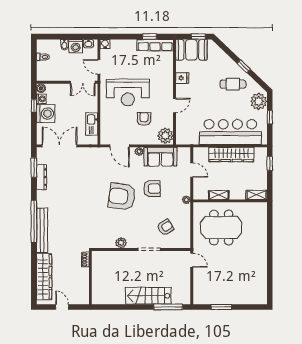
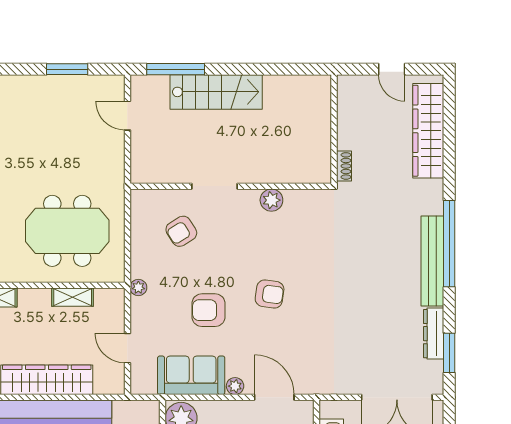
armchair: (122, 197) -> (270, 294), width x0.53, depth x0.53
bench: (42, 230) -> (432, 261), moved
door: (192, 260) -> (127, 116), moved

